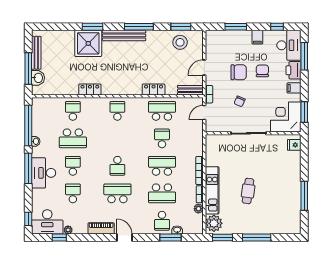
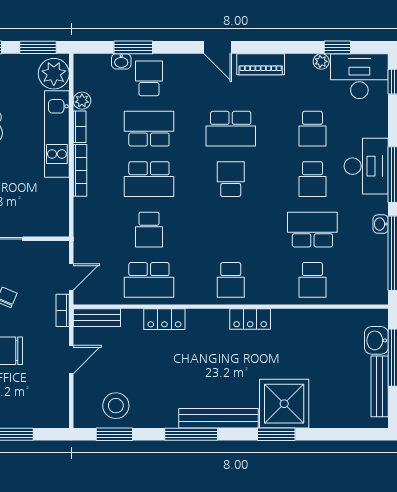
locker: (90, 90) -> (250, 319), moved

